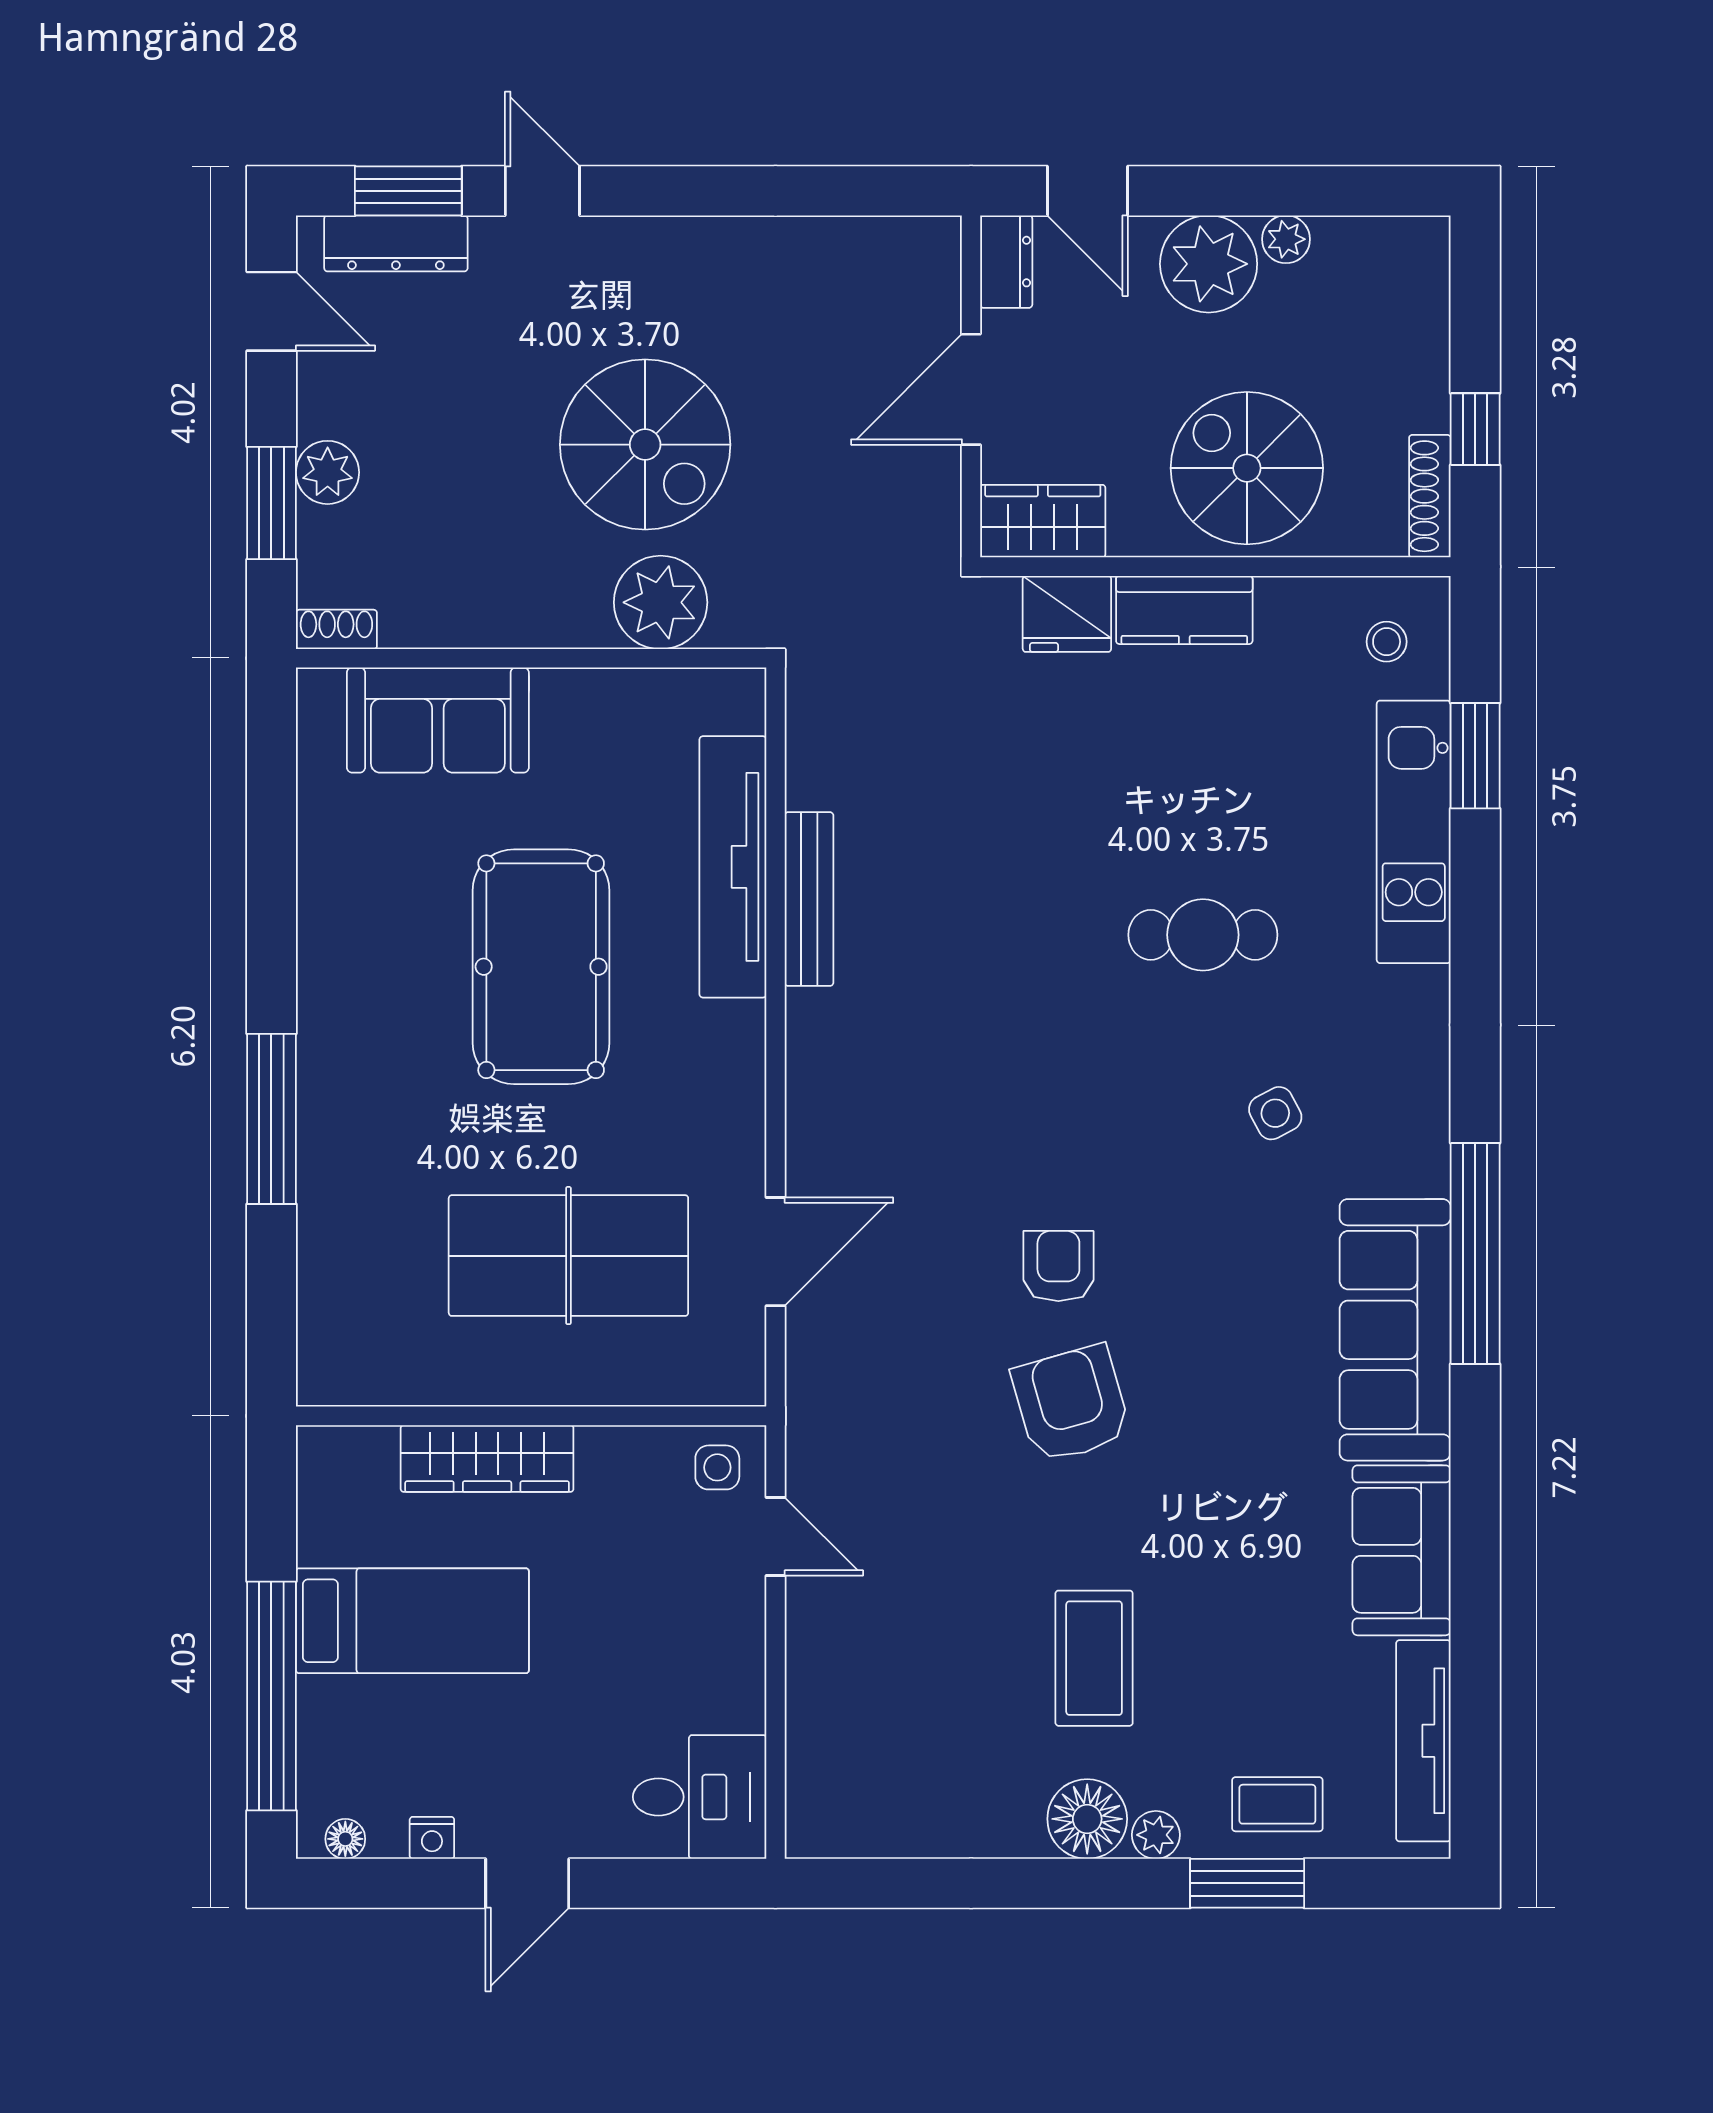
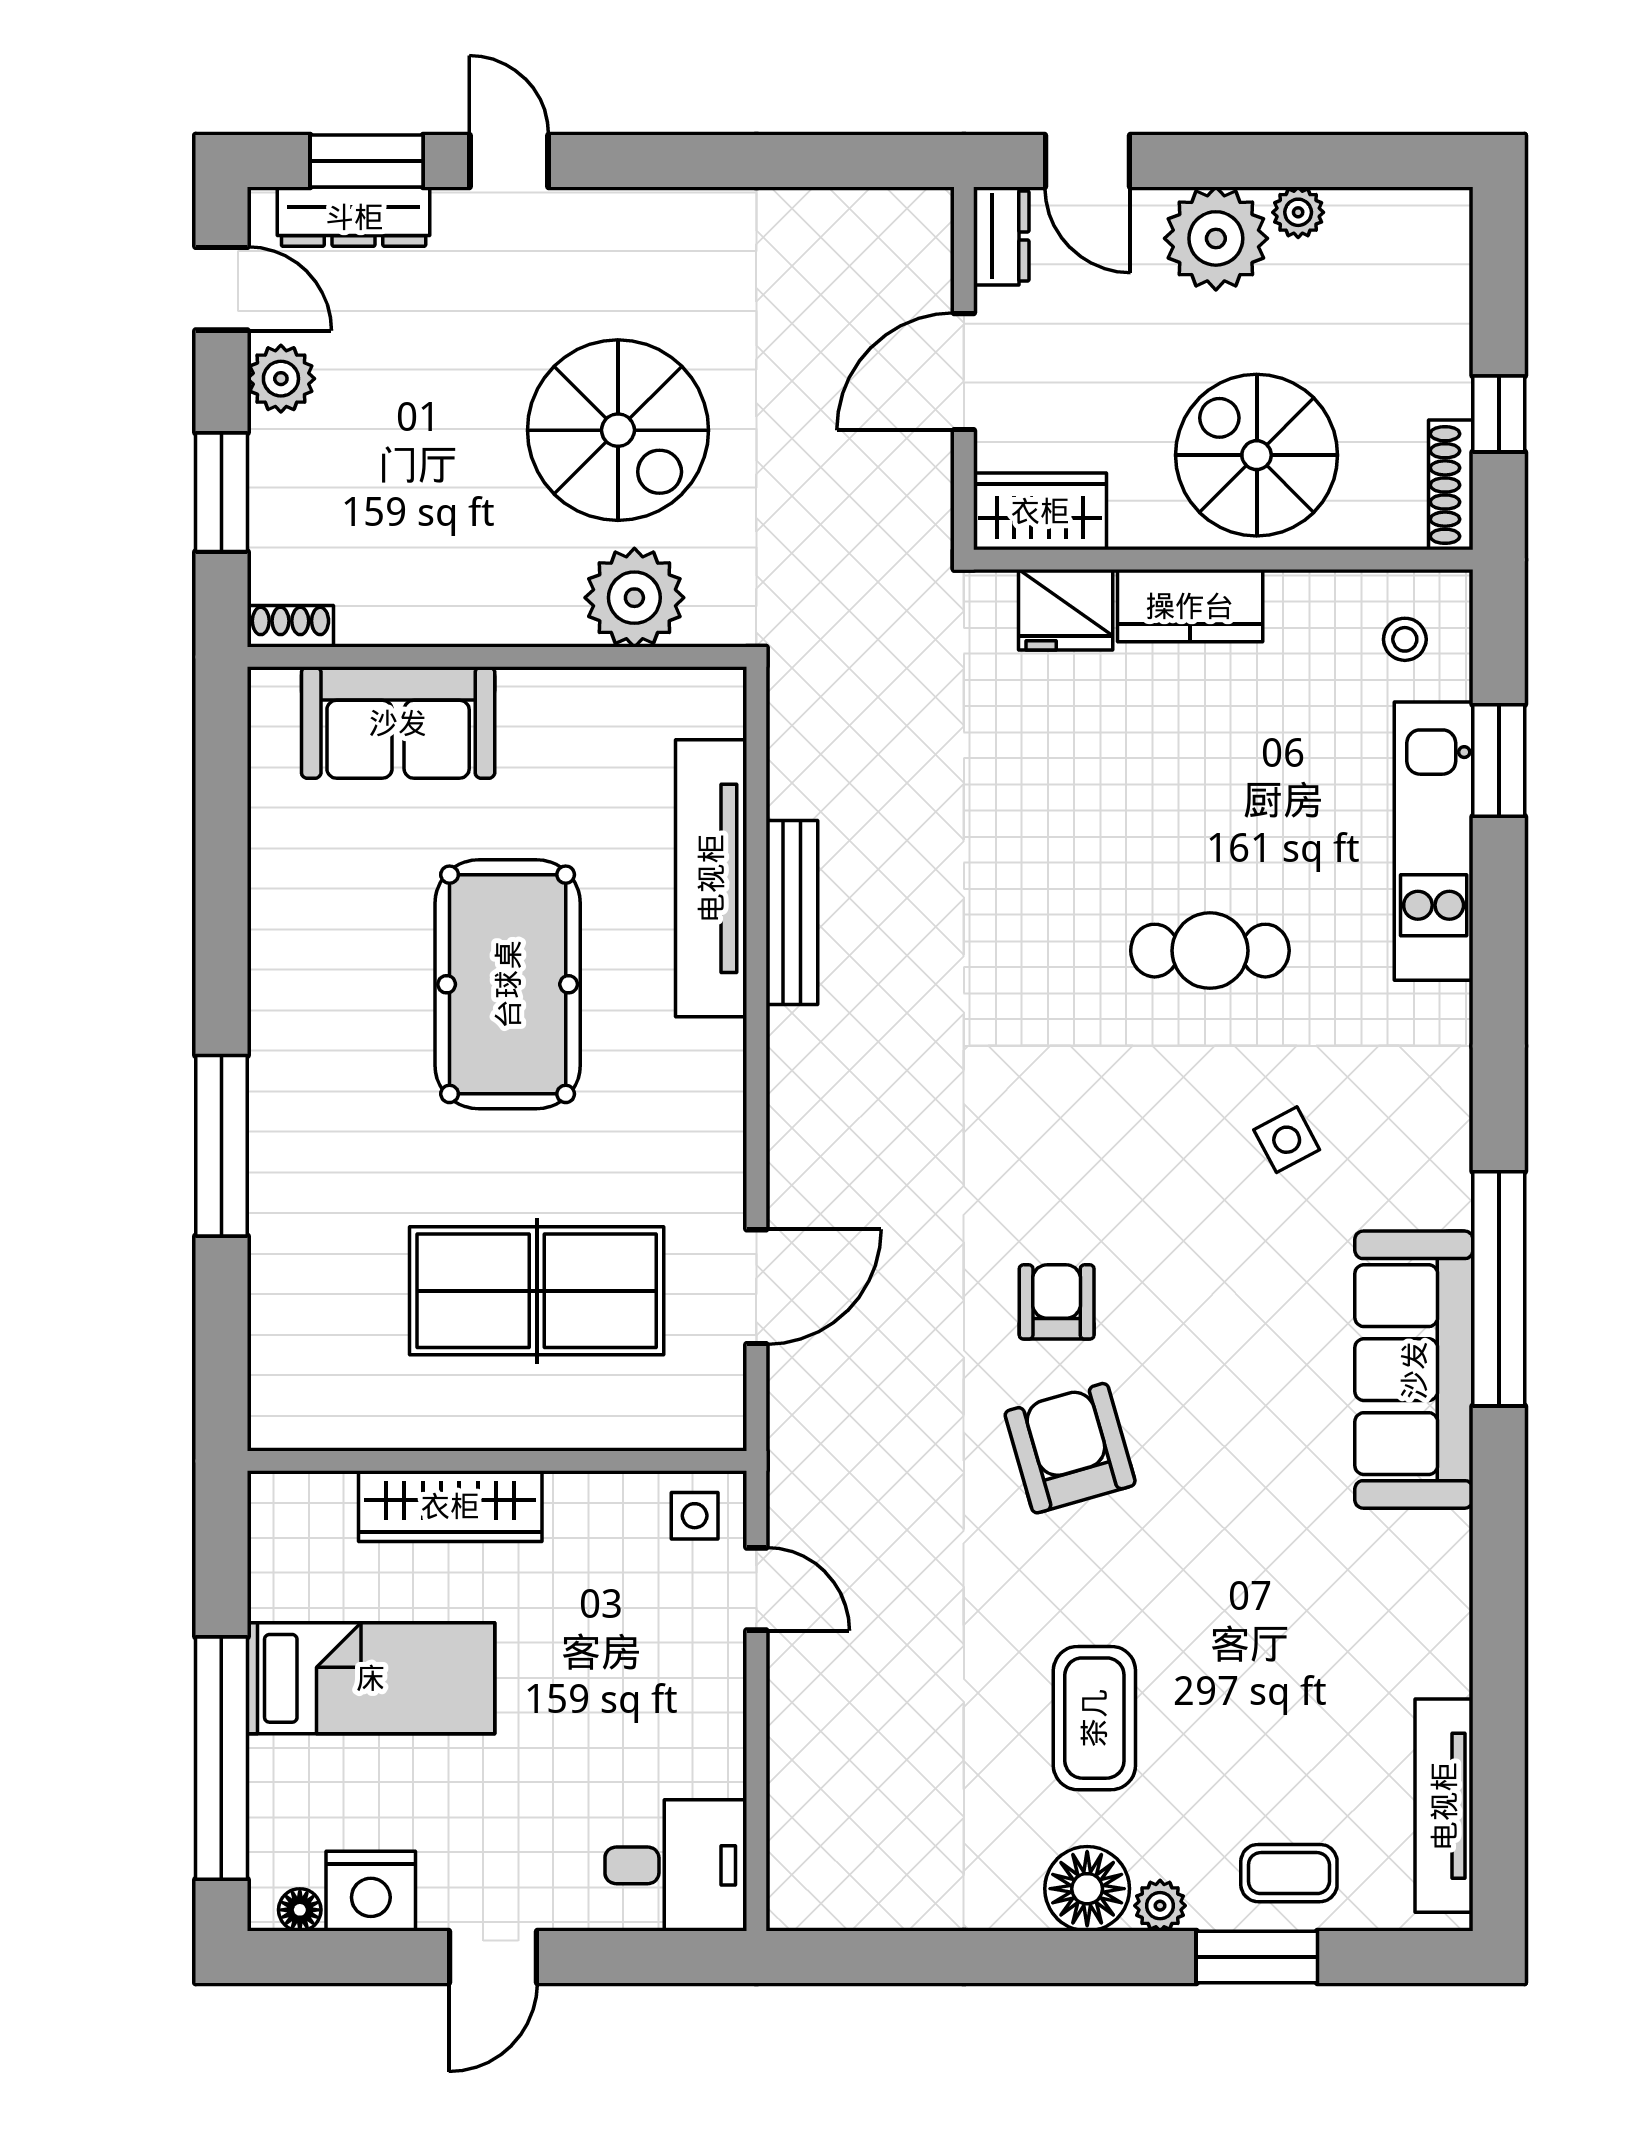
plant: (328, 472) -> (281, 379), moved
sofa: (1402, 1550) -> (1421, 1604), removed
nightstand: (432, 1838) -> (371, 1891), width x1.89, depth x1.79

